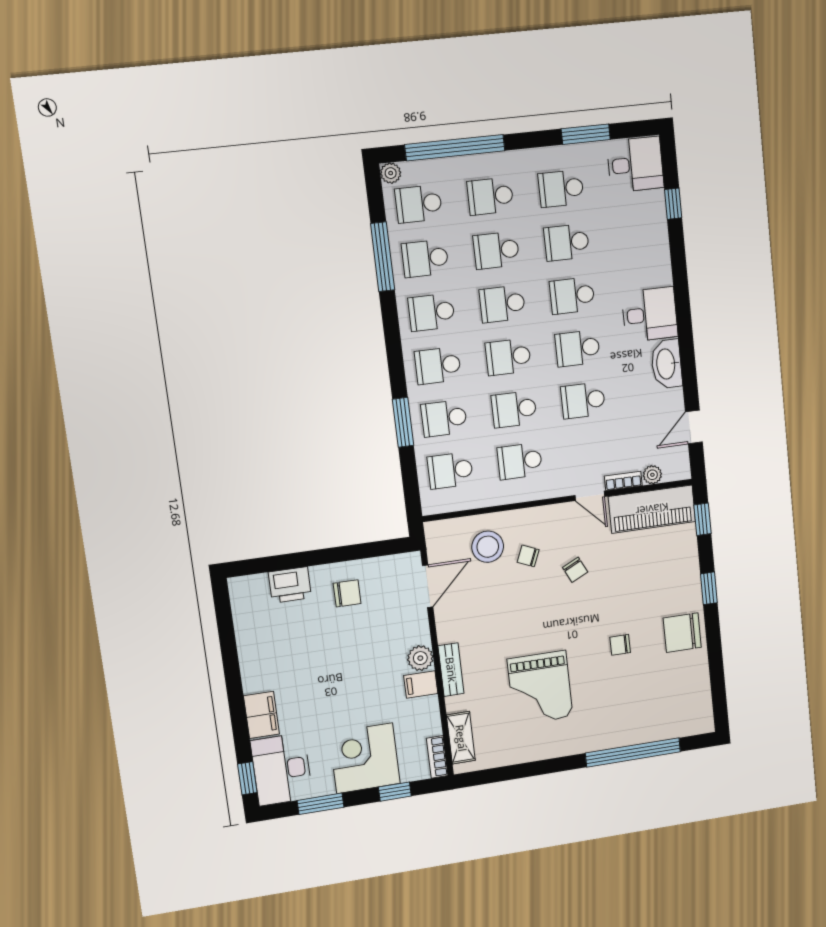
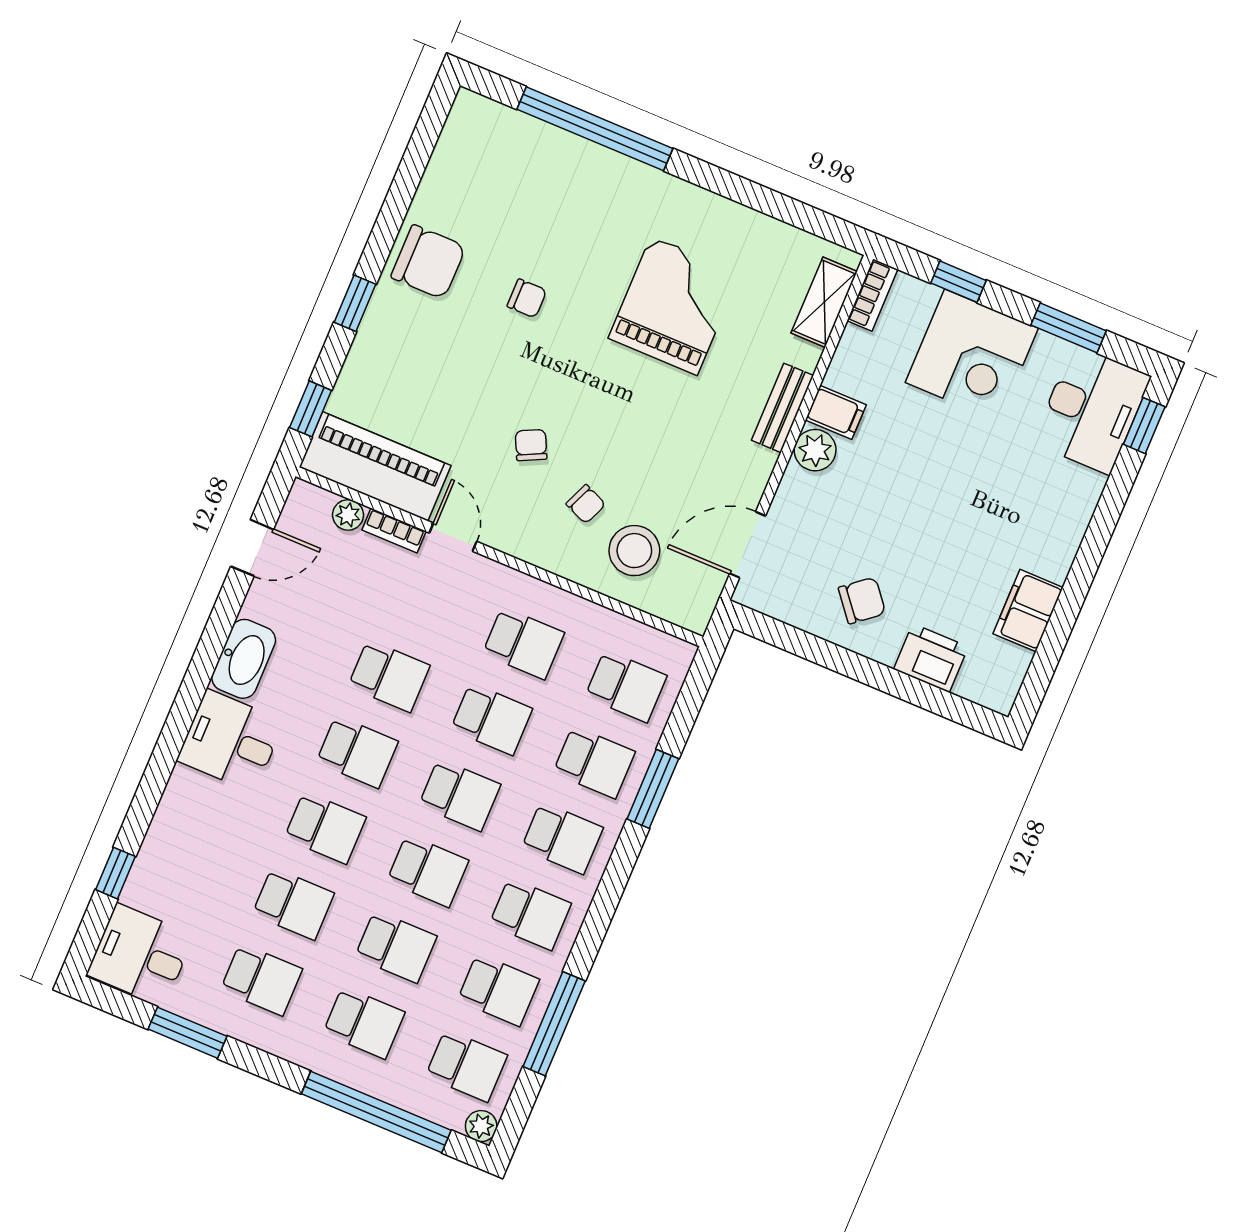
chair: (347, 593) -> (862, 601), turned 141
filing cabinet: (261, 715) -> (1028, 611), moved

